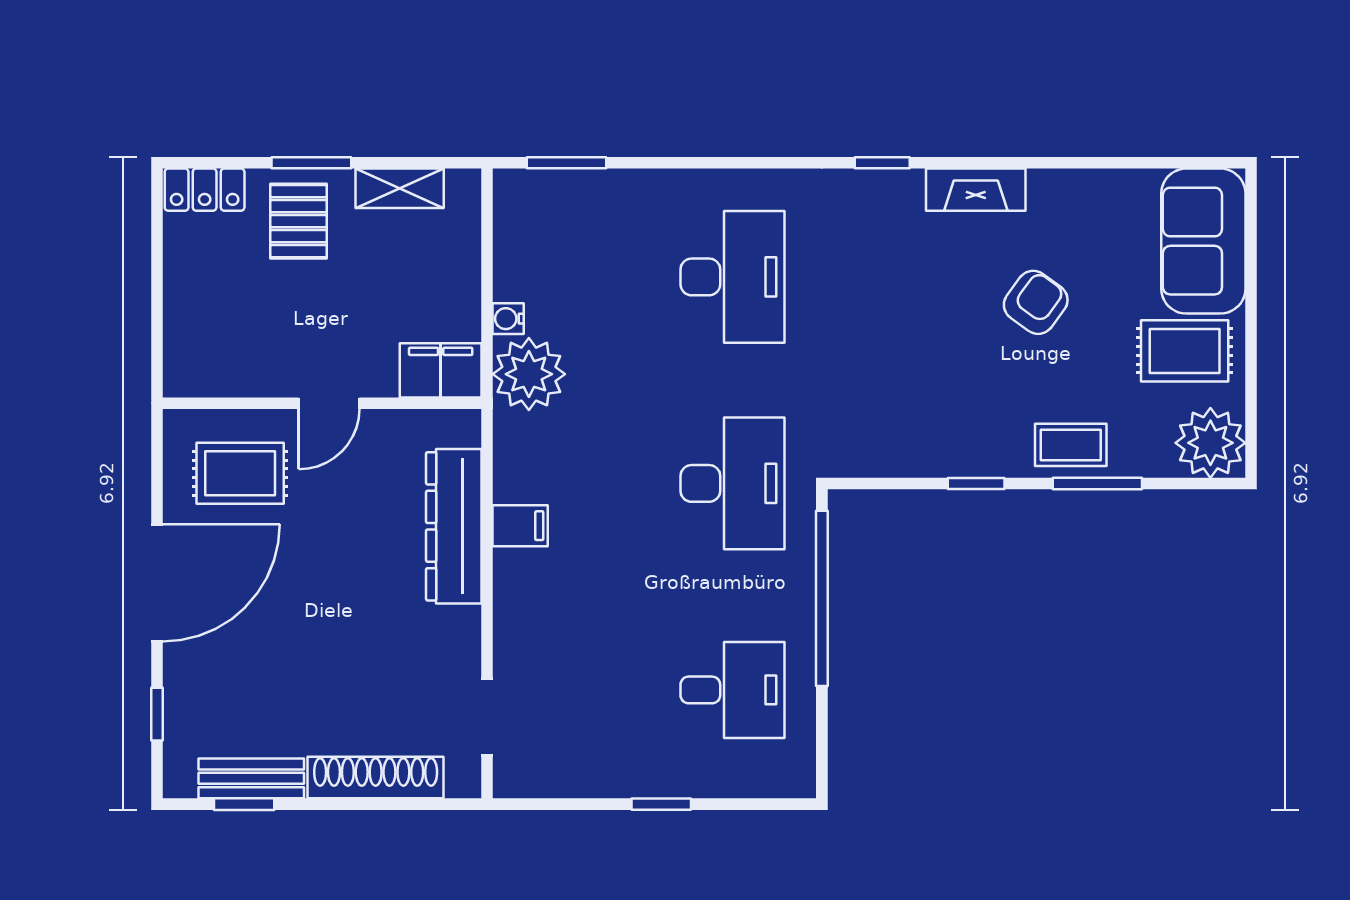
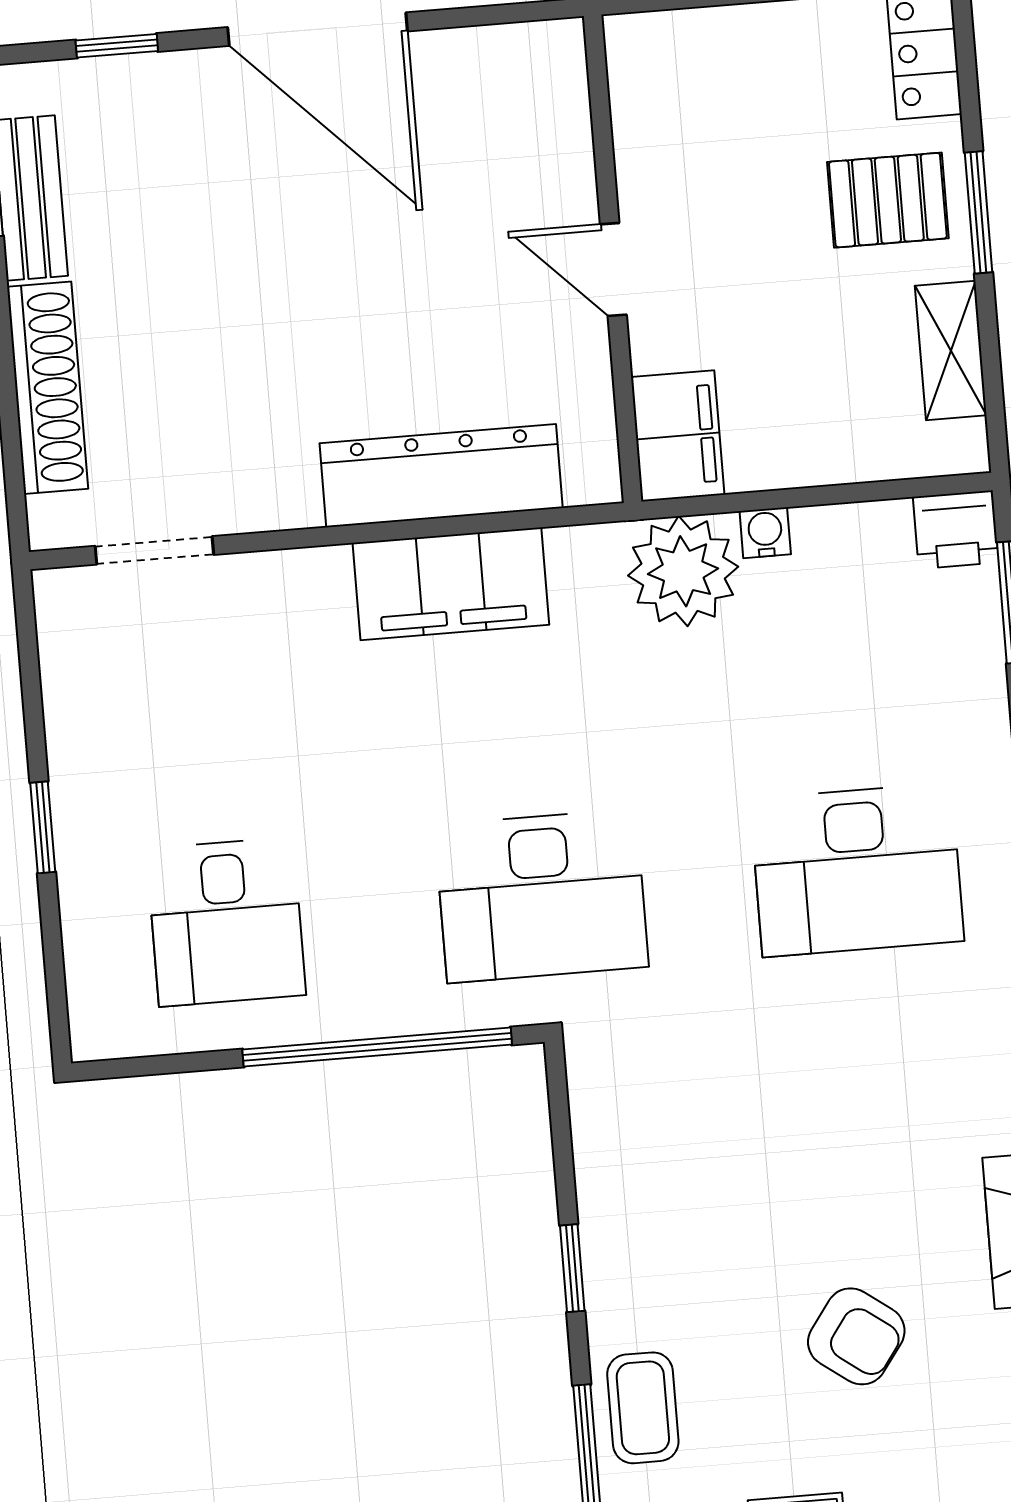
printer: (516, 195) -> (956, 530), added
rug: (240, 473) -> (495, 143), removed
filing cabinet: (520, 526) -> (451, 584), width x3.00, depth x1.17

